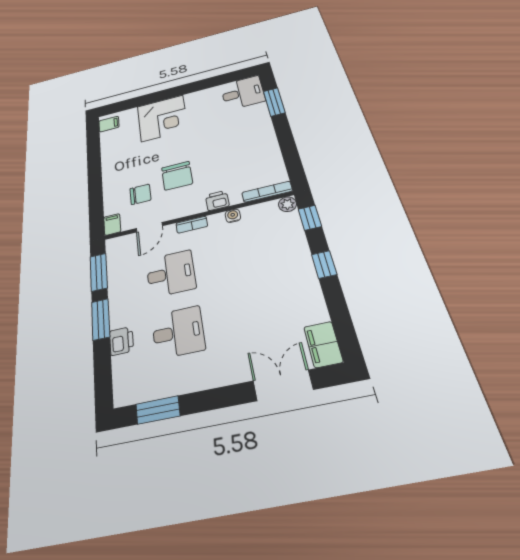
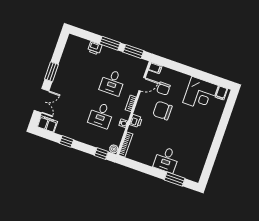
desk: (243, 93) -> (166, 160), moved
corner desk: (162, 118) -> (200, 94), moved, turned -90
door: (149, 227) -> (142, 84), swing flipped
window: (324, 264) -> (67, 141), moved
desk: (178, 332) -> (101, 115), moved
window: (158, 410) -> (52, 72), moved

